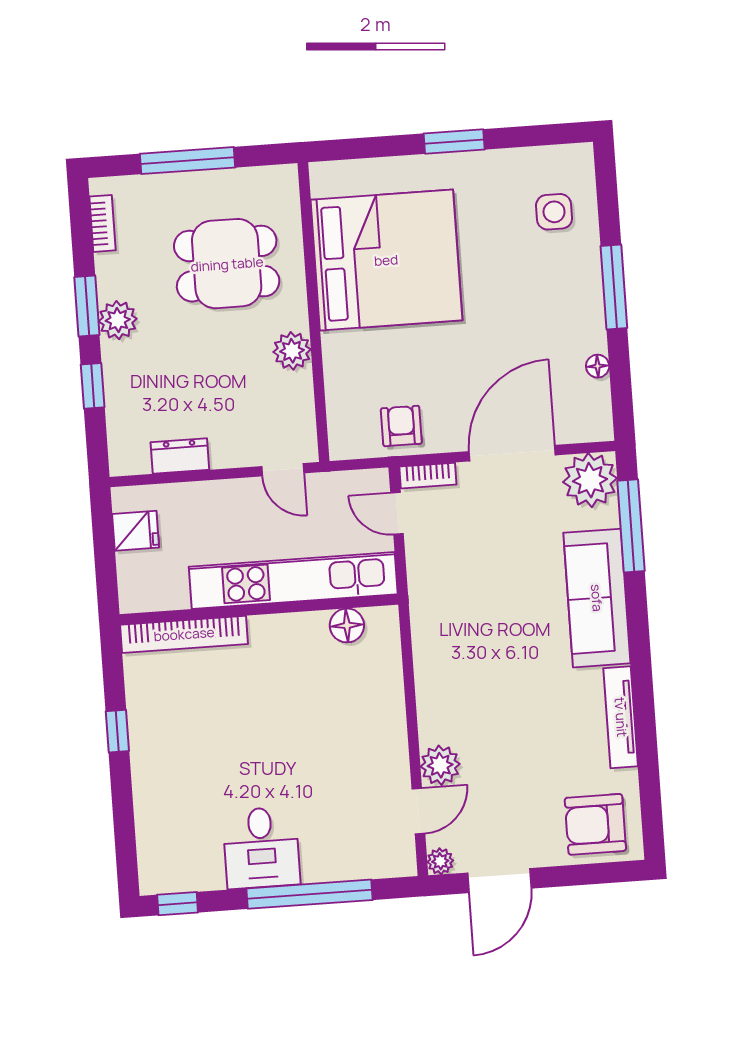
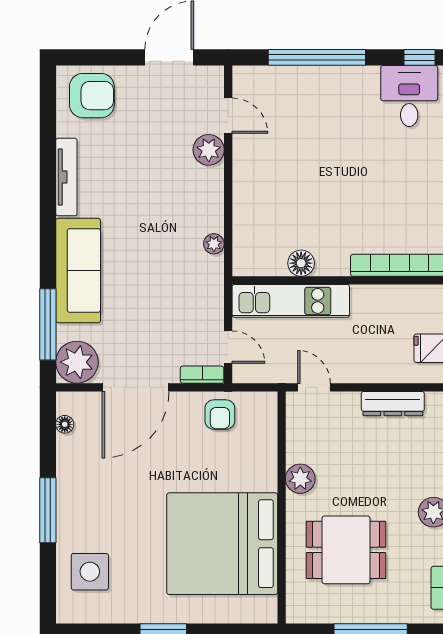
side table: (554, 212) -> (90, 572), width x1.37, depth x1.37
floor lamp: (598, 366) -> (65, 424), moved
dresser: (180, 456) -> (393, 404), width x1.44
kitchen unit: (293, 580) -> (291, 301), width x0.73
floor lamp: (347, 625) -> (301, 263), moved
door: (418, 811) -> (228, 116), swing flipped
desk: (261, 848) -> (409, 96), moved
plant: (440, 861) -> (214, 244), moved

